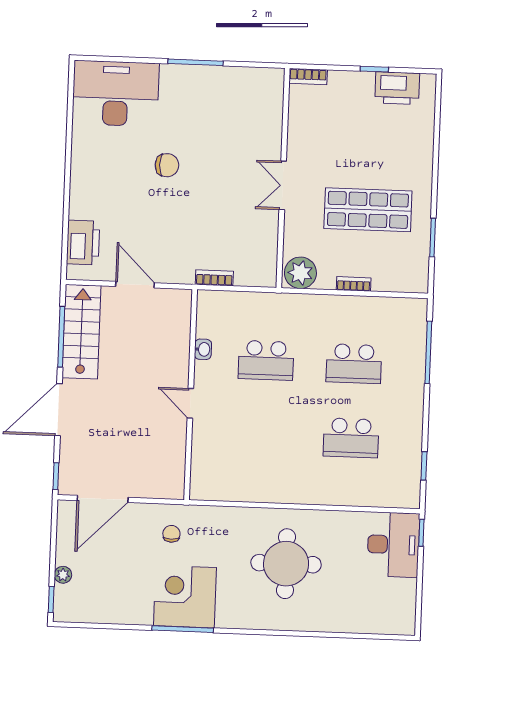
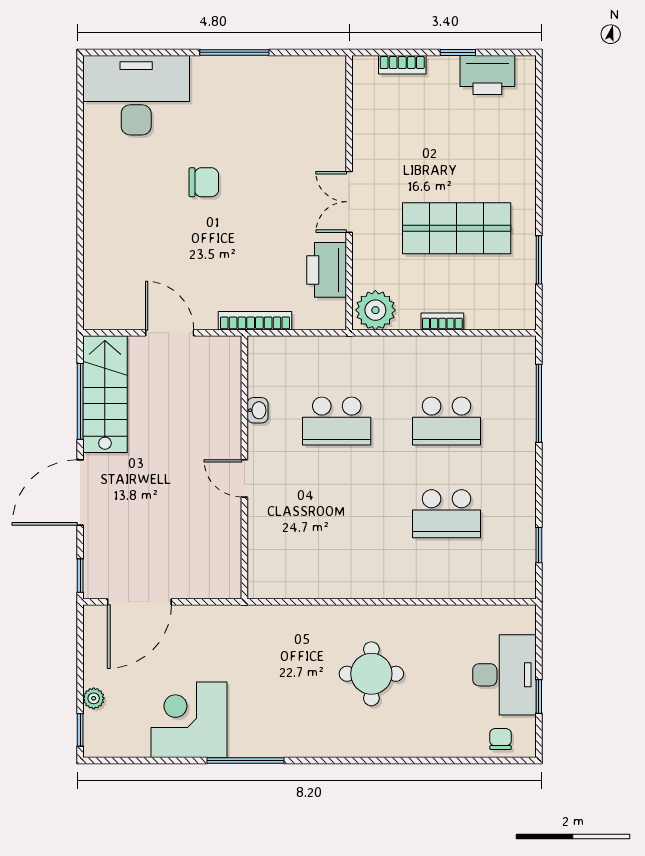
bookcase: (308, 76) -> (402, 65), moved
printer: (83, 242) -> (327, 270), moved, turned 180
bookcase: (214, 278) -> (255, 321), width x1.56
window: (421, 533) -> (539, 696), moved
chair: (171, 534) -> (500, 739), moved
desk: (393, 545) -> (504, 675), moved
round table: (286, 564) -> (371, 674), width x0.73, depth x0.73
corner desk: (185, 597) -> (189, 720), moved

